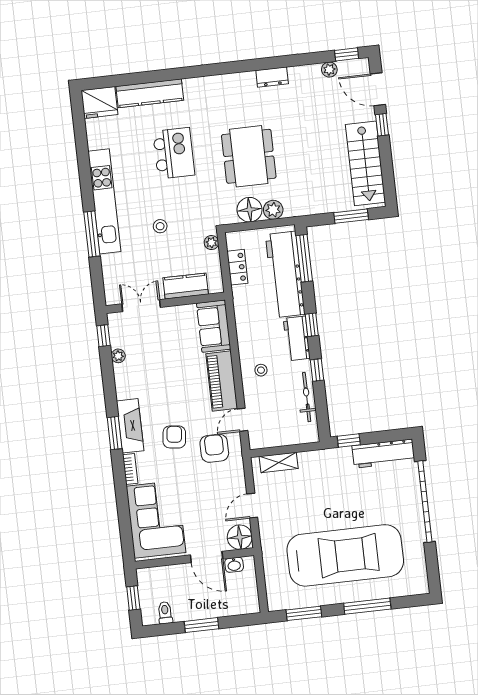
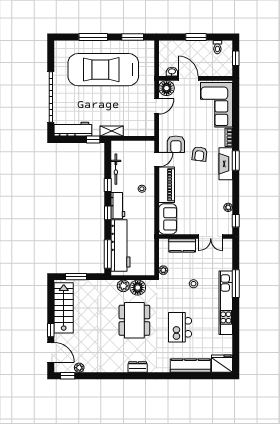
dresser: (272, 77) -> (138, 367), moved
locker: (237, 267) -> (149, 253), removed
shelving: (279, 462) -> (112, 131), moved

